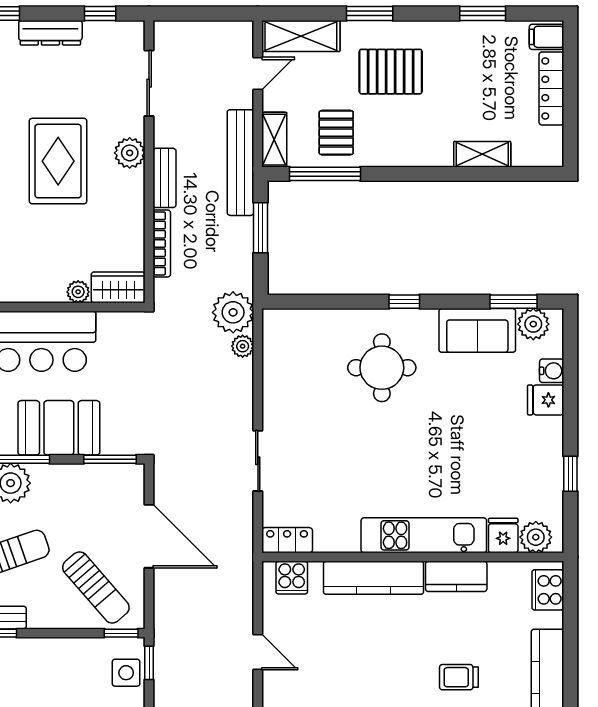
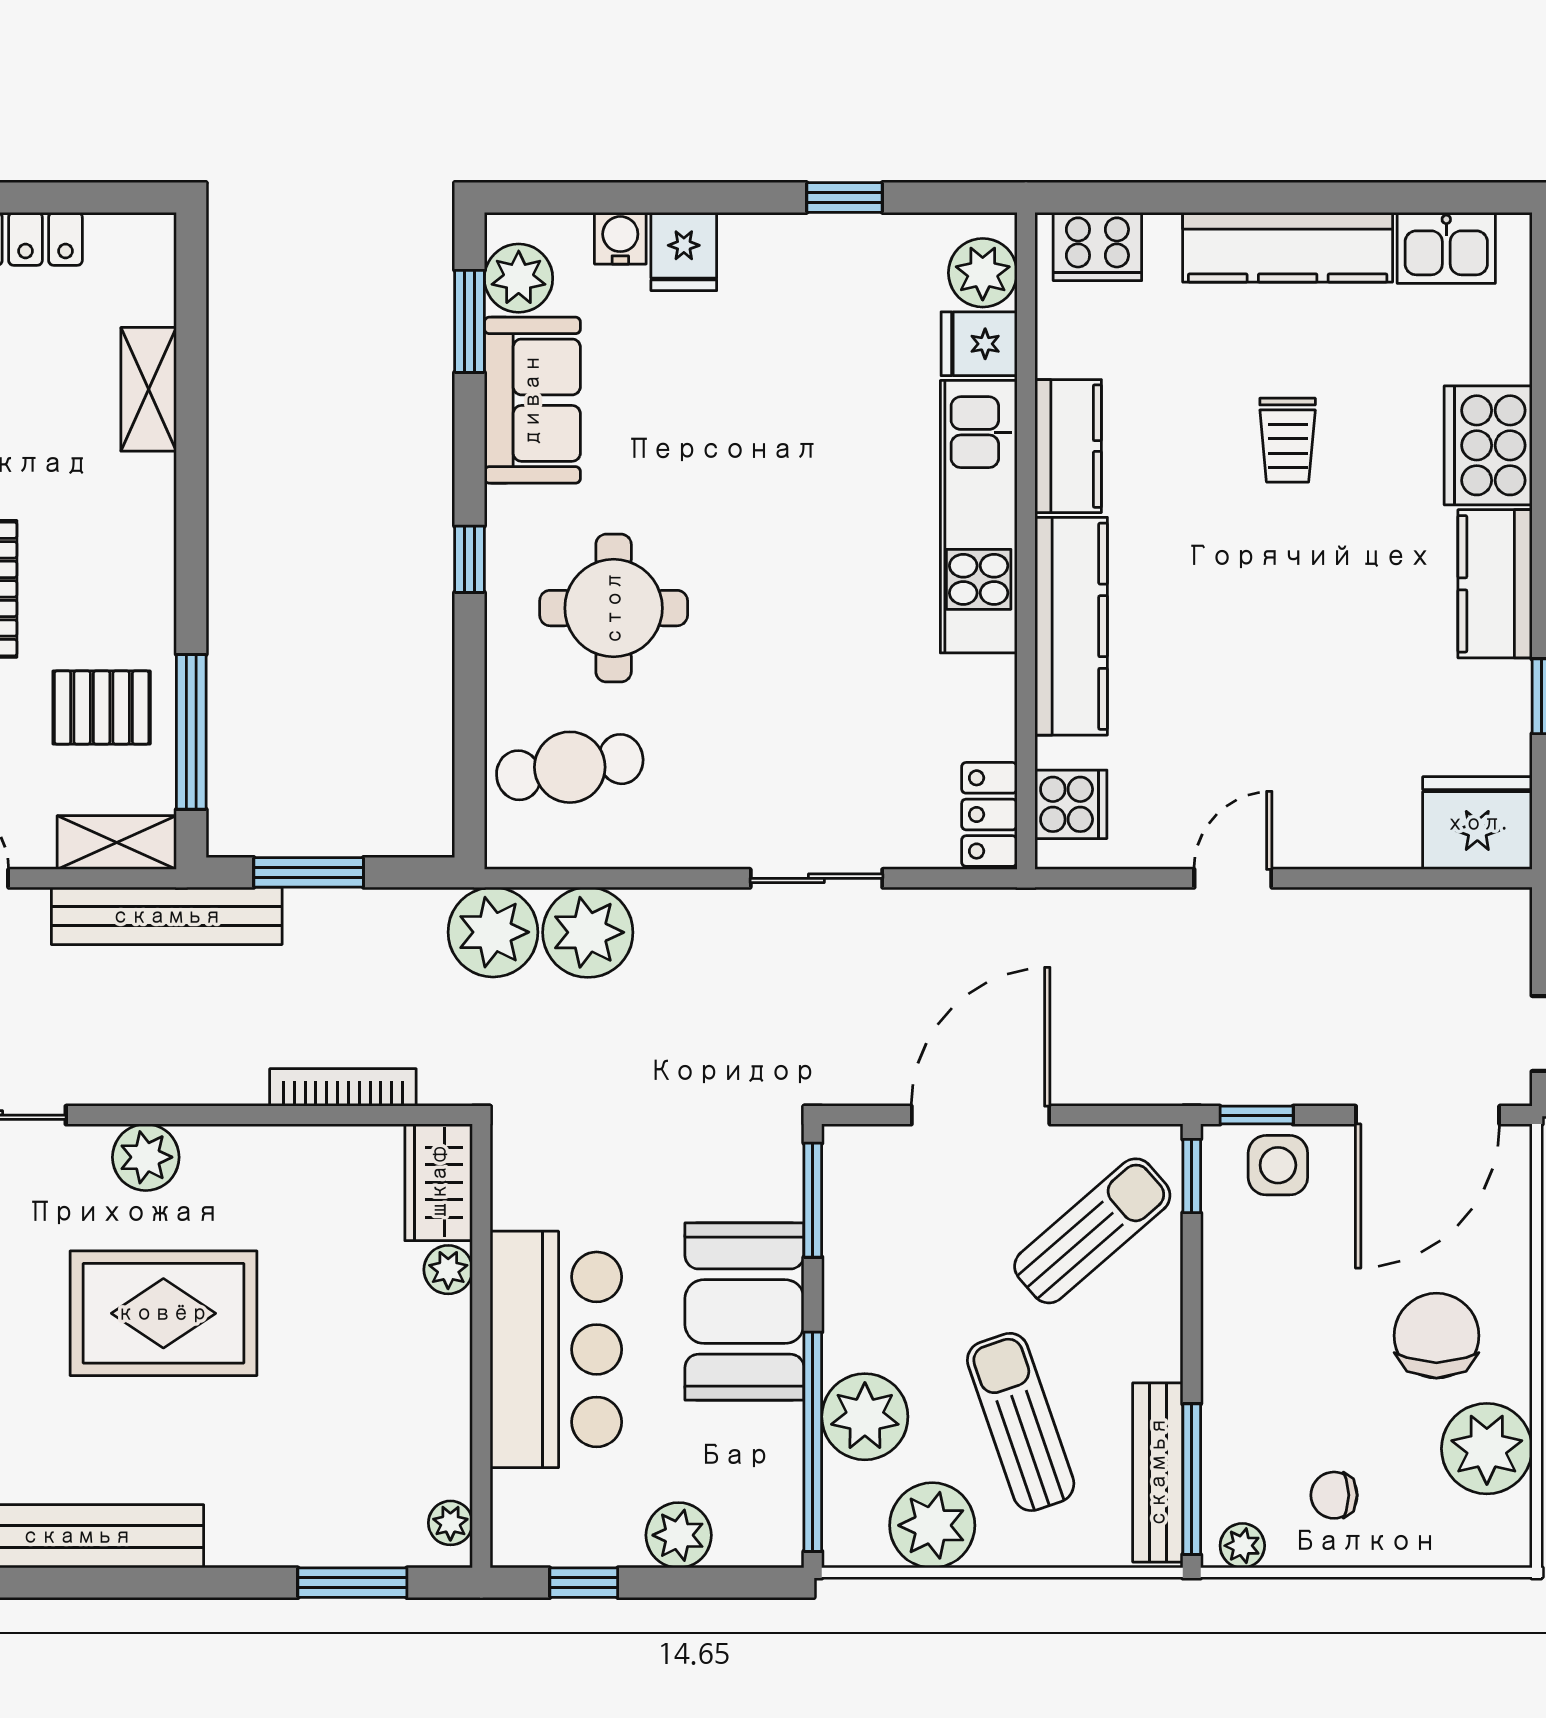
bench: (164, 178) -> (200, 1081), removed
plant: (243, 346) -> (588, 932), width x1.88, depth x1.88
cafe table: (309, 348) -> (570, 767), added

